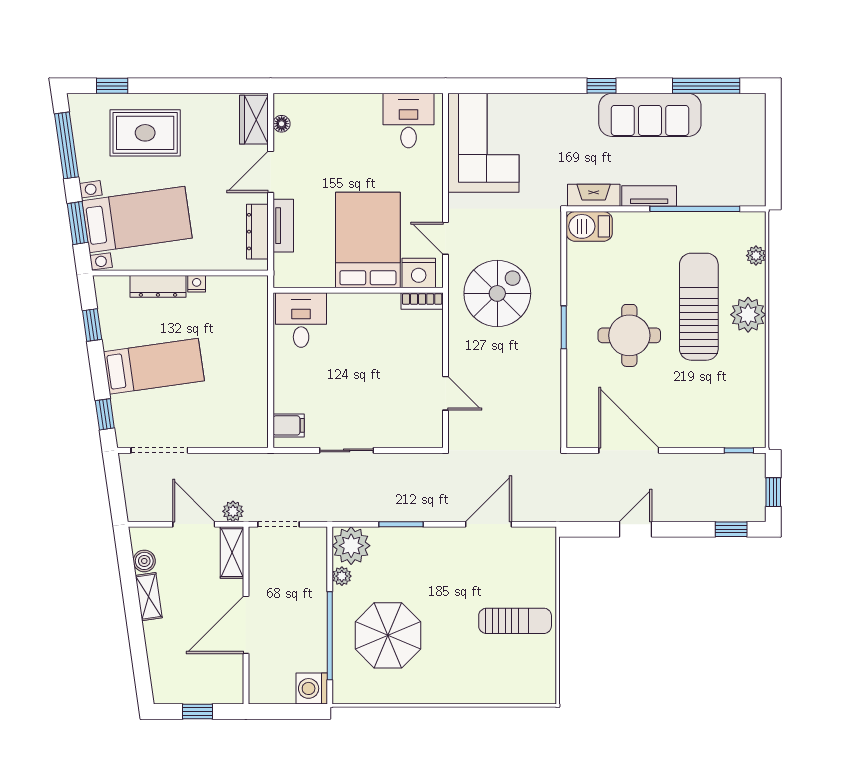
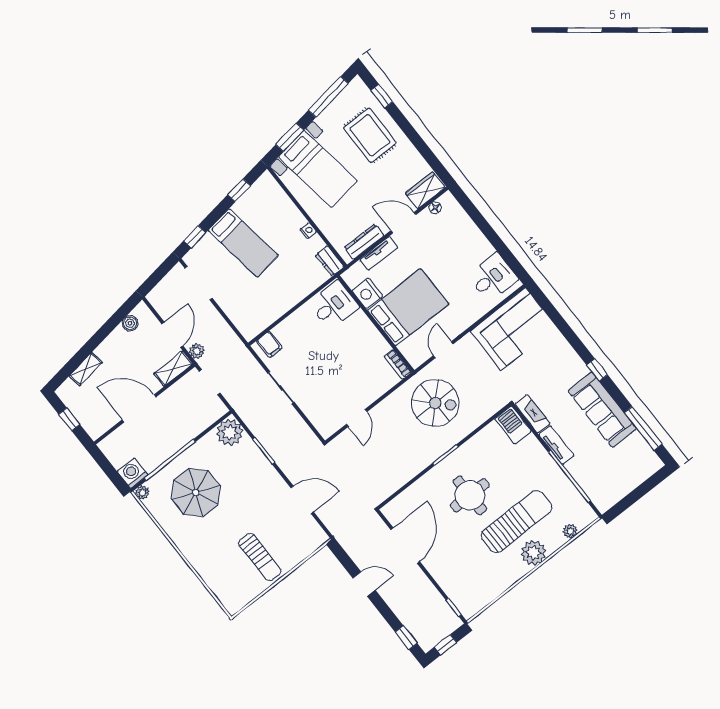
nightstand: (419, 273) -> (367, 293), moved
dresser: (158, 286) -> (330, 261), moved, width x0.70
plant: (342, 576) -> (142, 493), moved
shelving: (149, 597) -> (86, 369), moved

